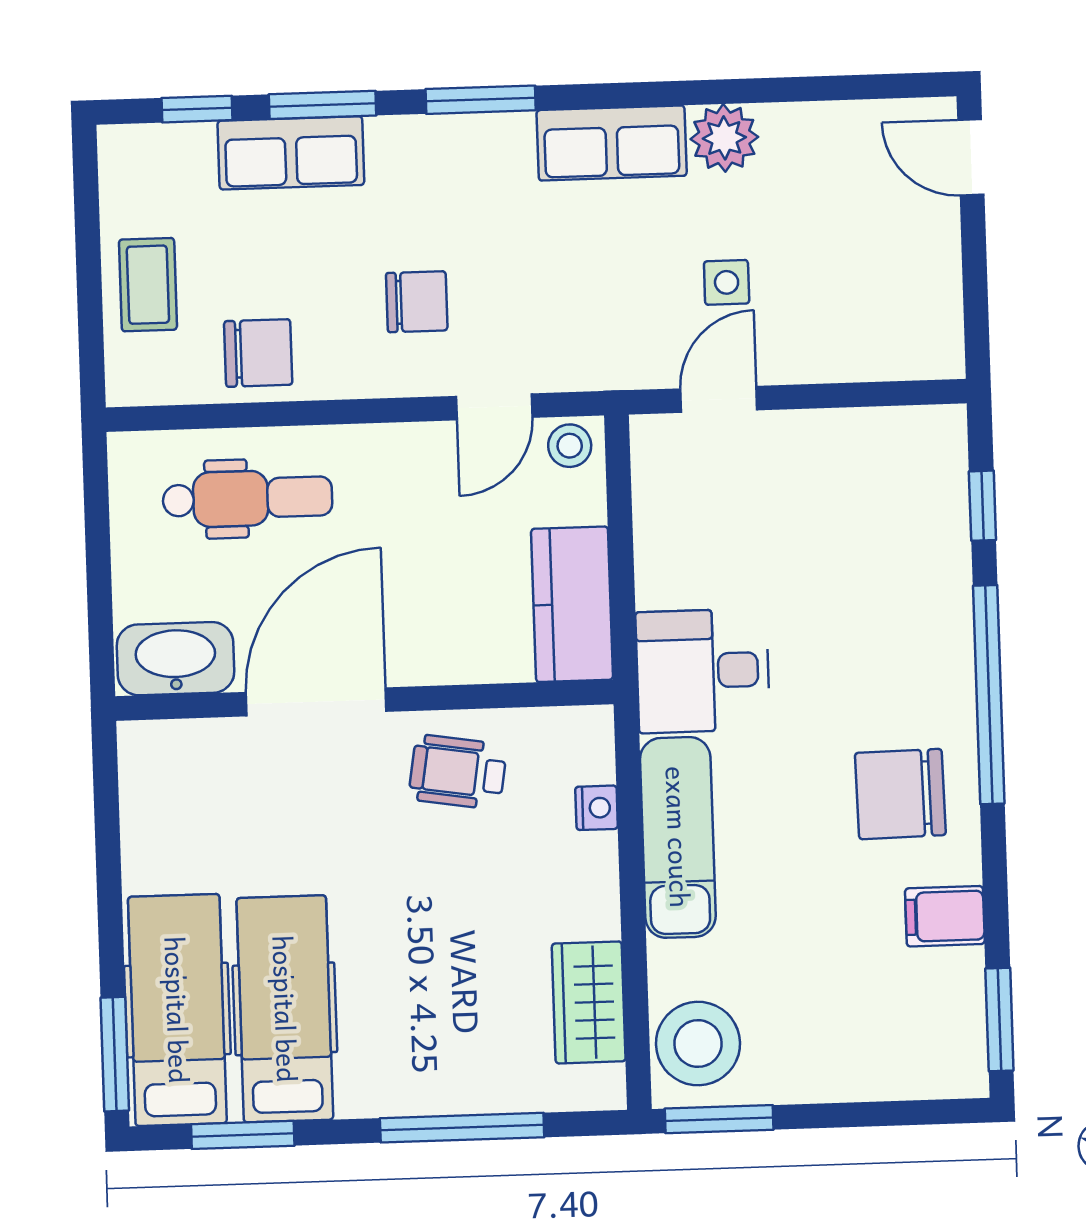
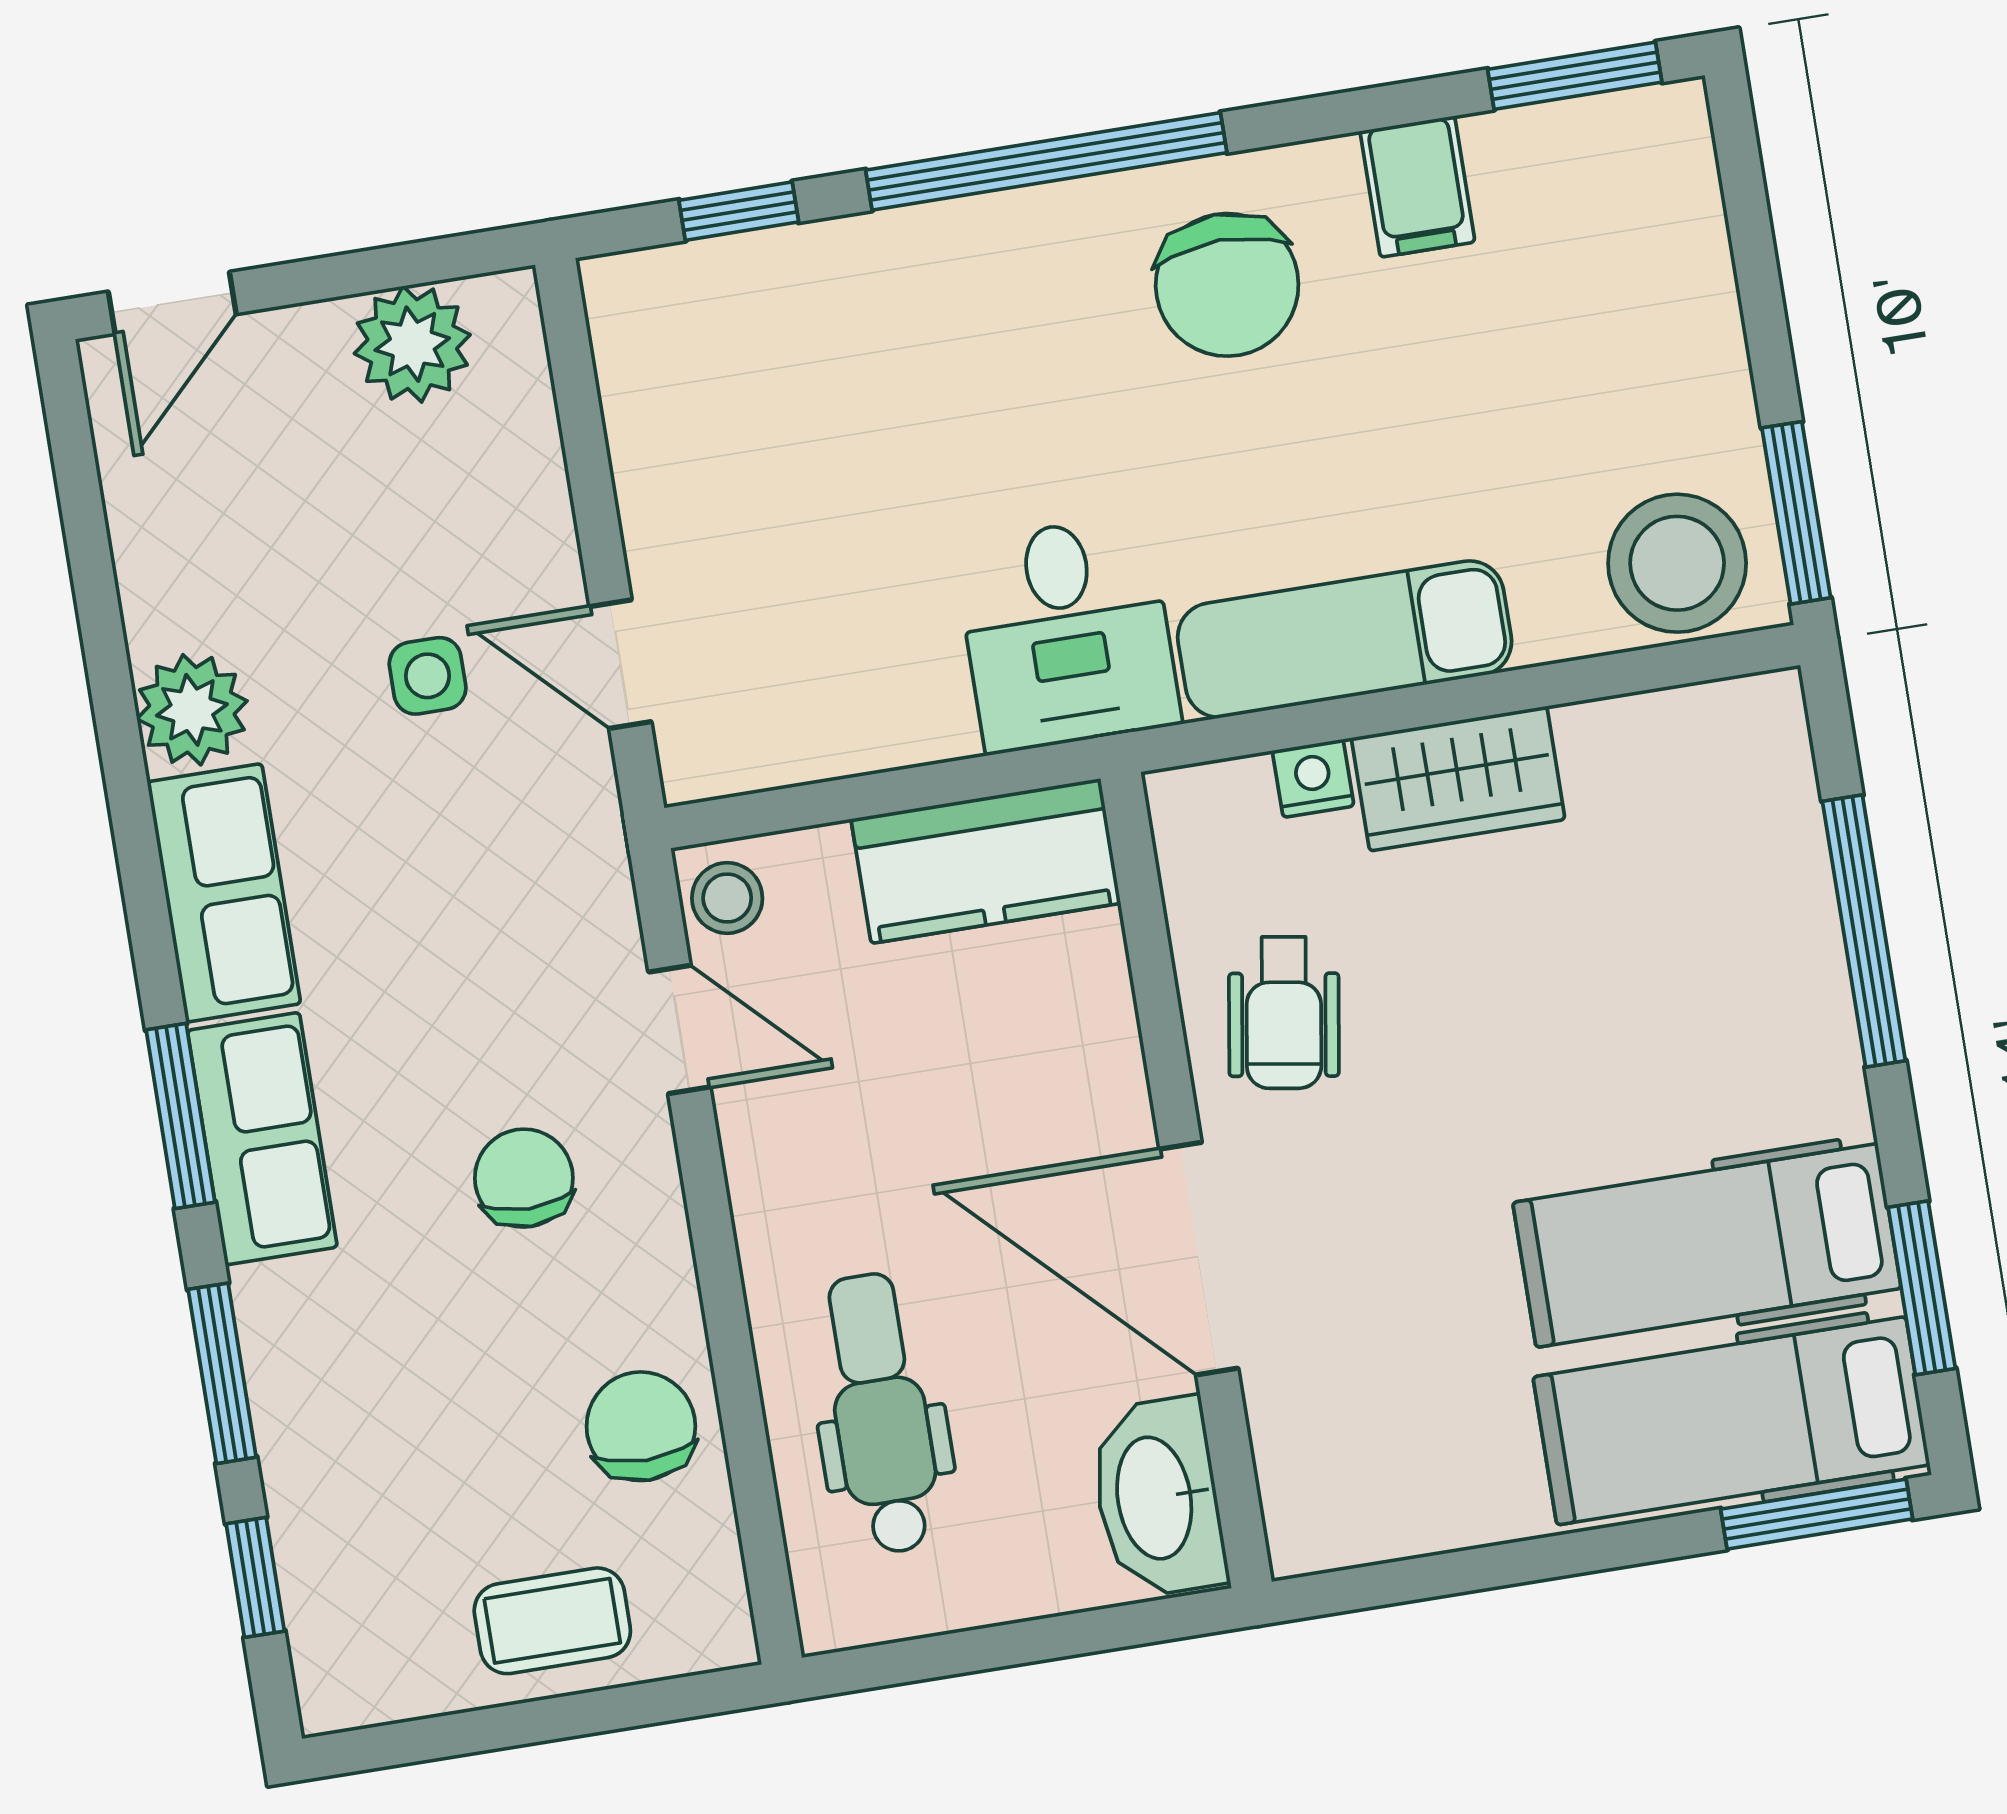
row of seats: (291, 153) -> (262, 1139), moved
plant: (928, 299) -> (412, 344), added
wardrobe: (589, 1002) -> (1458, 779), moved

